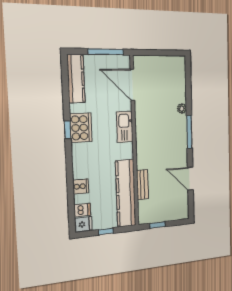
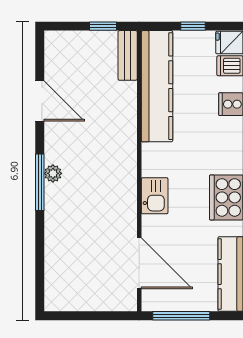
plant: (182, 109) -> (53, 173), moved
kitchen sink: (125, 127) -> (155, 196), width x0.73
bench: (142, 185) -> (128, 55), moved

